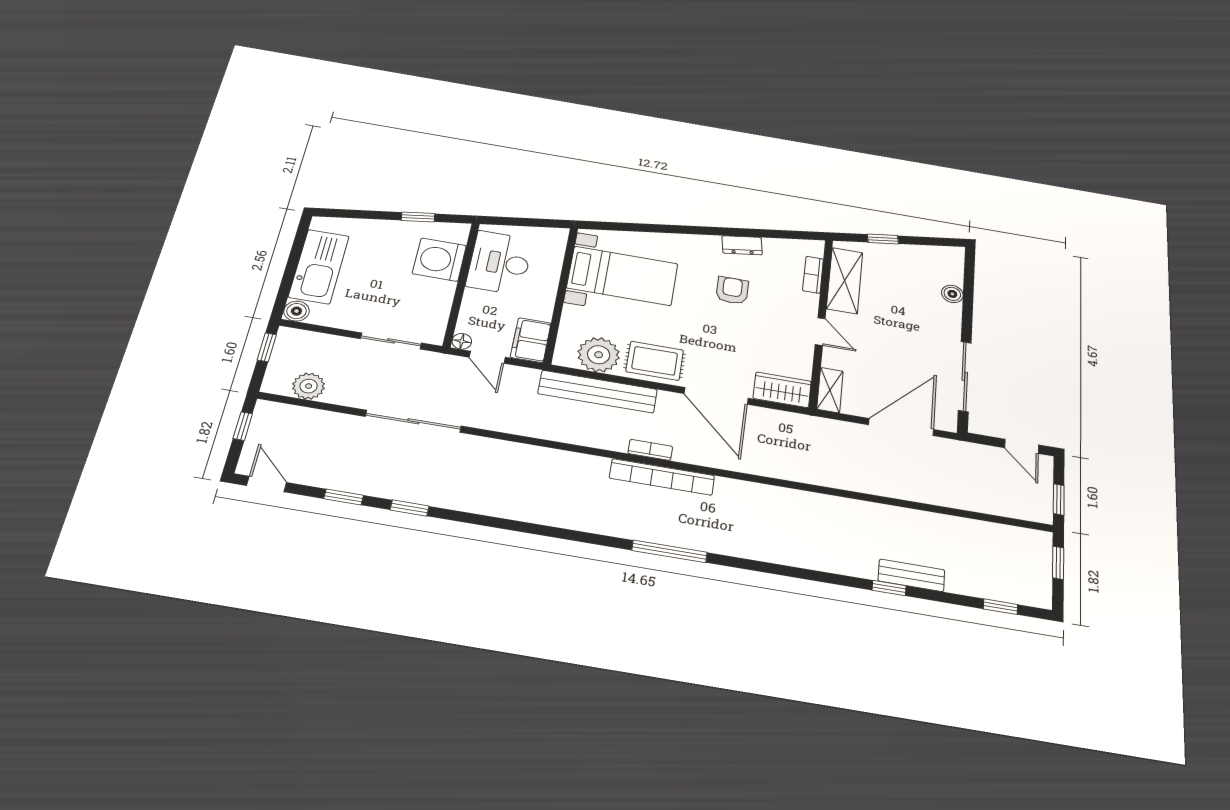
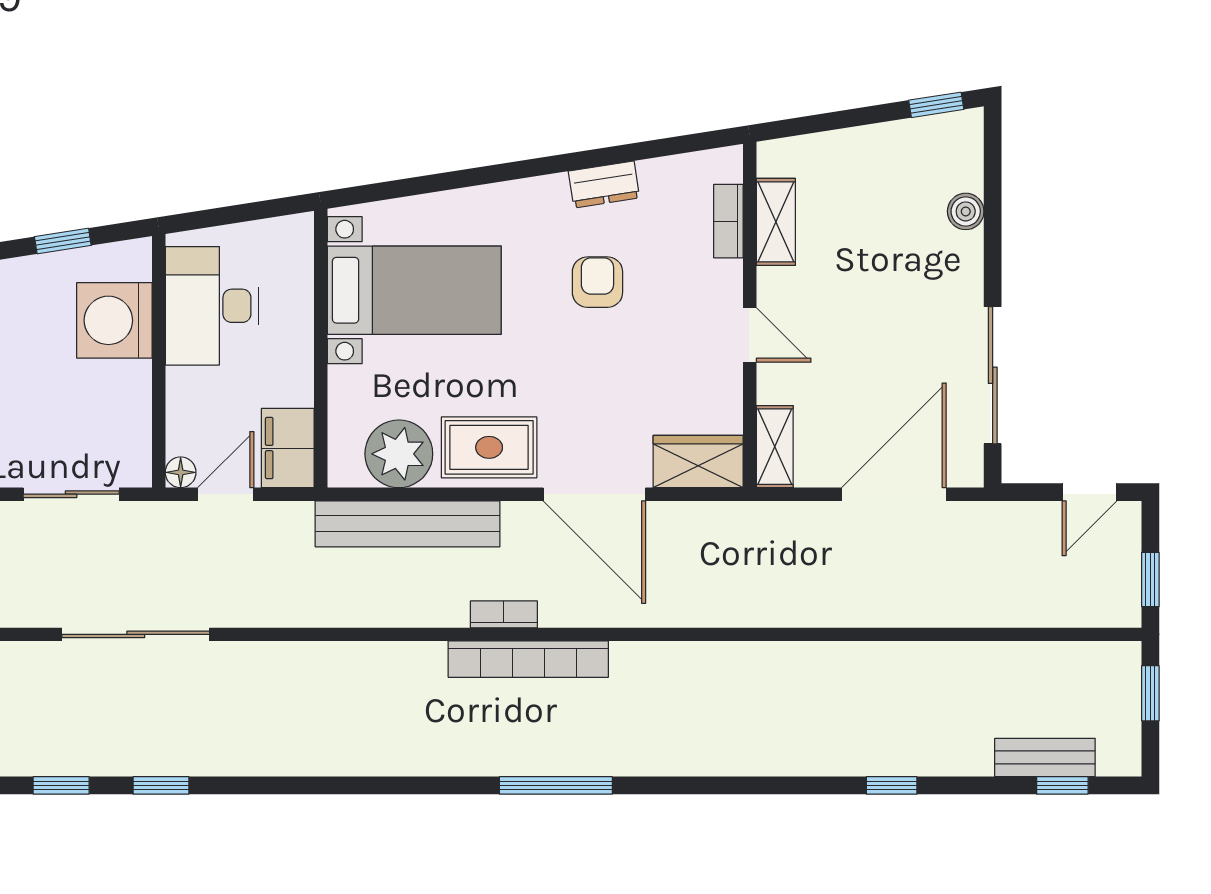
window: (883, 239) -> (936, 105), moved
shelving: (845, 281) -> (776, 222), width x0.67, depth x0.75
door: (487, 357) -> (226, 494), swing flipped
door: (1022, 446) -> (1089, 492), hinge flipped
bench: (911, 575) -> (1045, 757), moved

